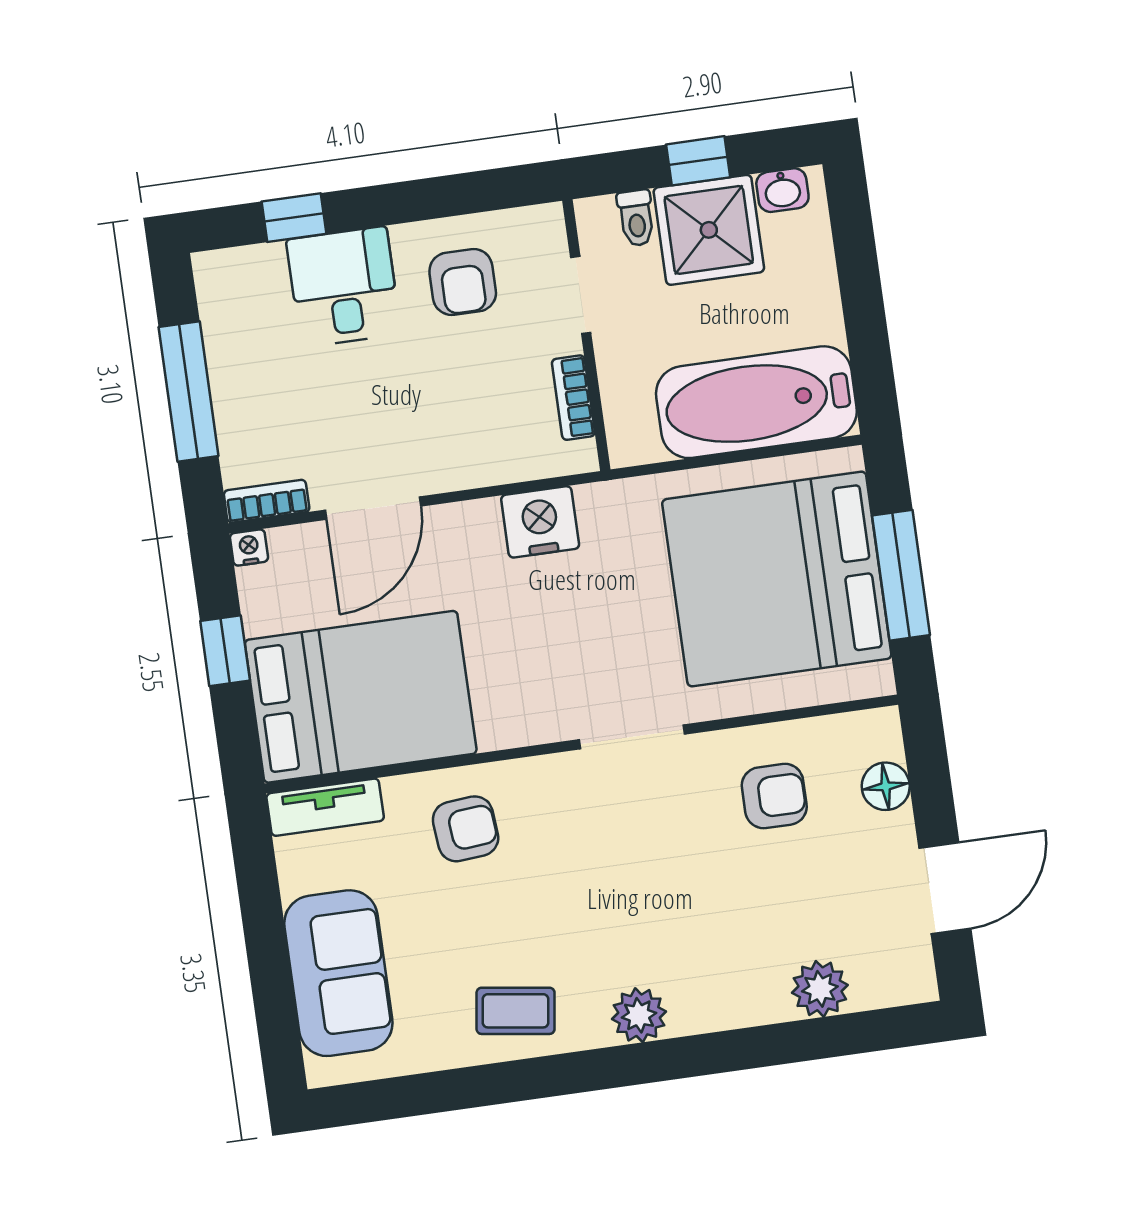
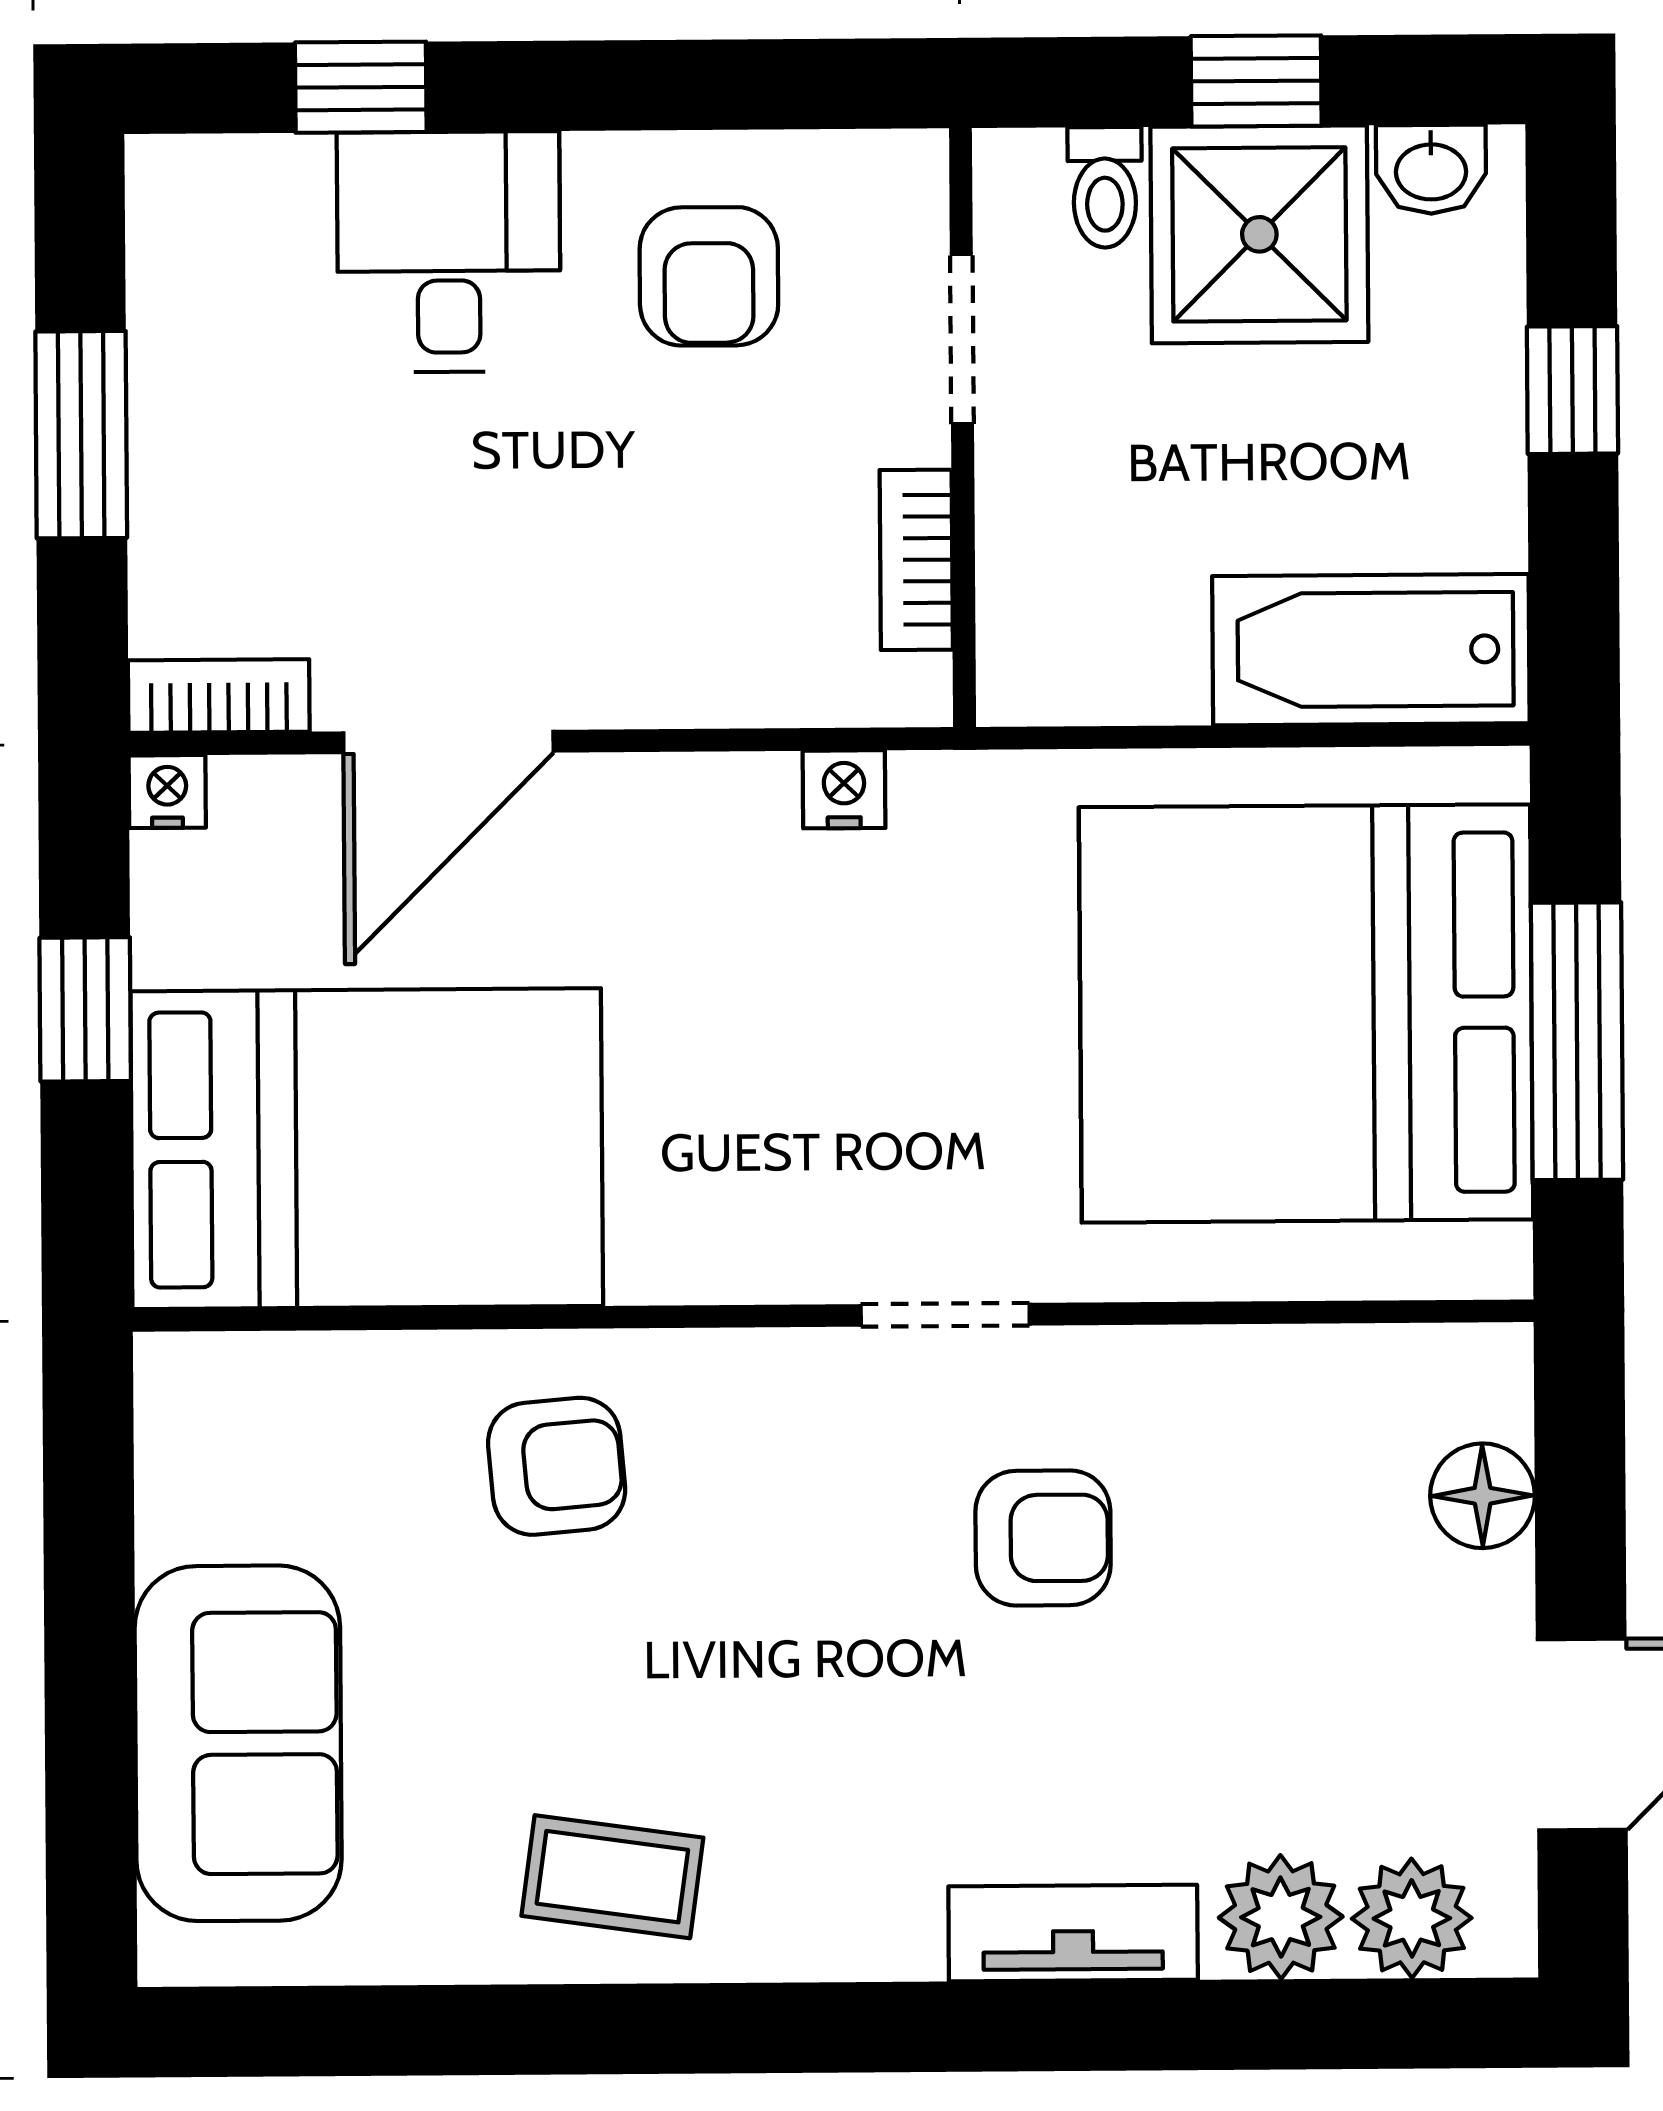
window: (860, 281) -> (1572, 390), added
window: (189, 391) -> (81, 435), width x0.69
bathtub: (756, 402) -> (1371, 650), width x0.73, depth x0.73
nightstand: (540, 522) -> (844, 789), width x0.53, depth x0.56
doorway: (632, 737) -> (945, 1315), width x0.73
armchair: (774, 796) -> (1043, 1538), moved
tv unit: (325, 807) -> (1073, 1933), moved, turned 180
plant: (639, 1015) -> (1412, 1918), moved

